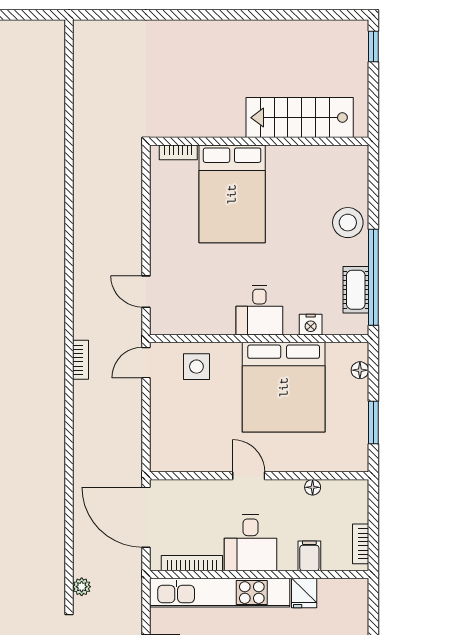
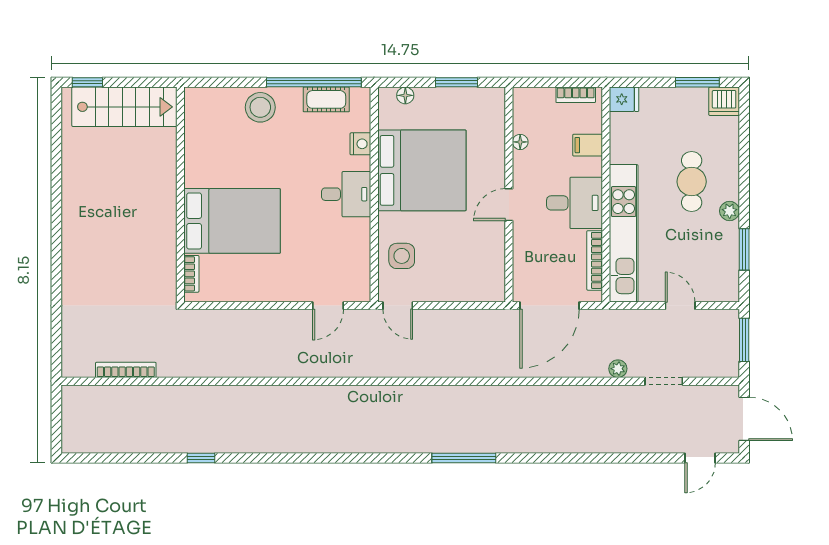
stairs: (300, 118) -> (124, 107), moved, turned -90
bookcase: (80, 360) -> (126, 370), moved, width x1.56
fridge: (304, 593) -> (624, 99), moved

